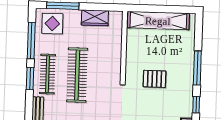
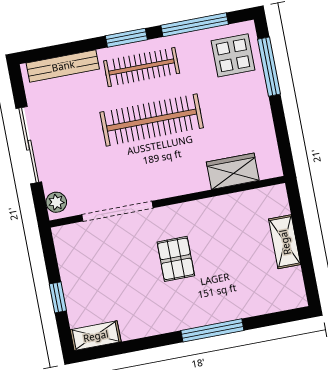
wardrobe: (95, 18) -> (233, 171), moved, turned 90
shelving: (158, 21) -> (285, 242), width x0.45, depth x0.75
window: (196, 105) -> (147, 343), removed

